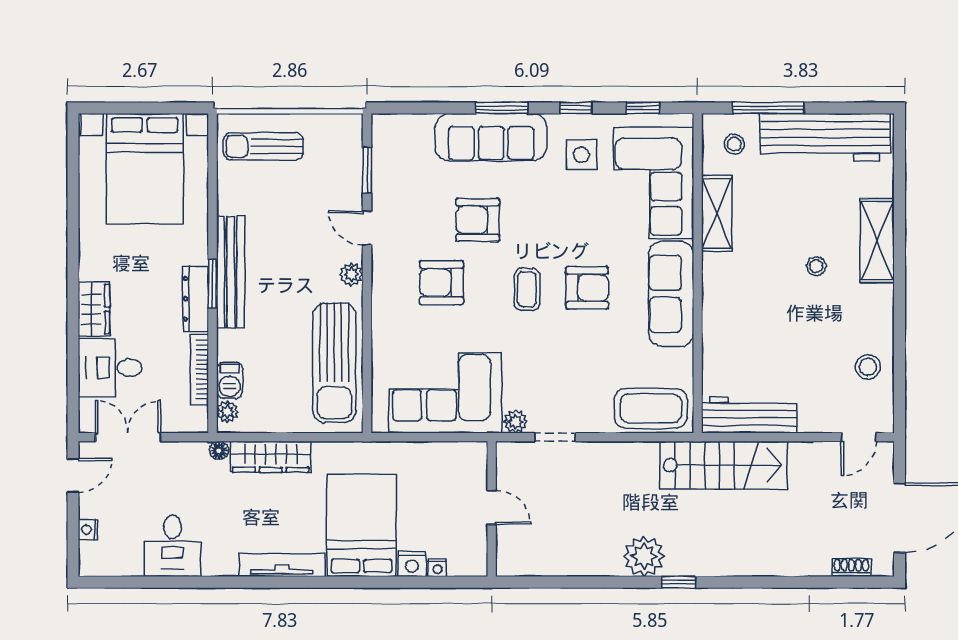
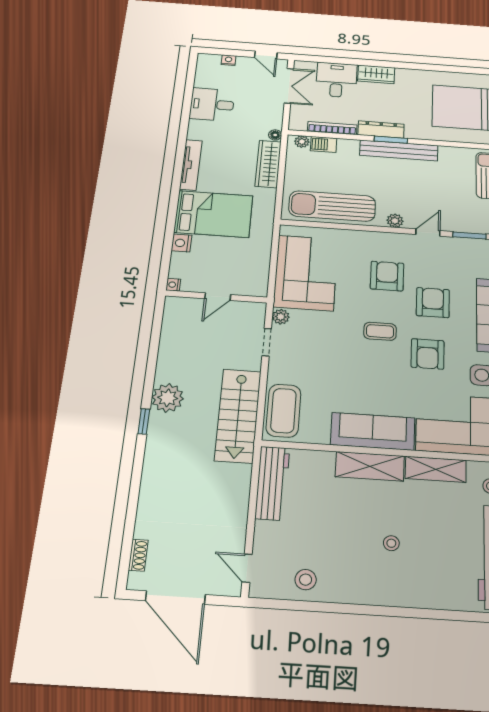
shelving: (877, 241) -> (370, 466), moved
armchair: (587, 288) -> (428, 354), moved
stairs: (724, 465) -> (238, 416), moved
nightstand: (437, 568) -> (173, 285), moved

